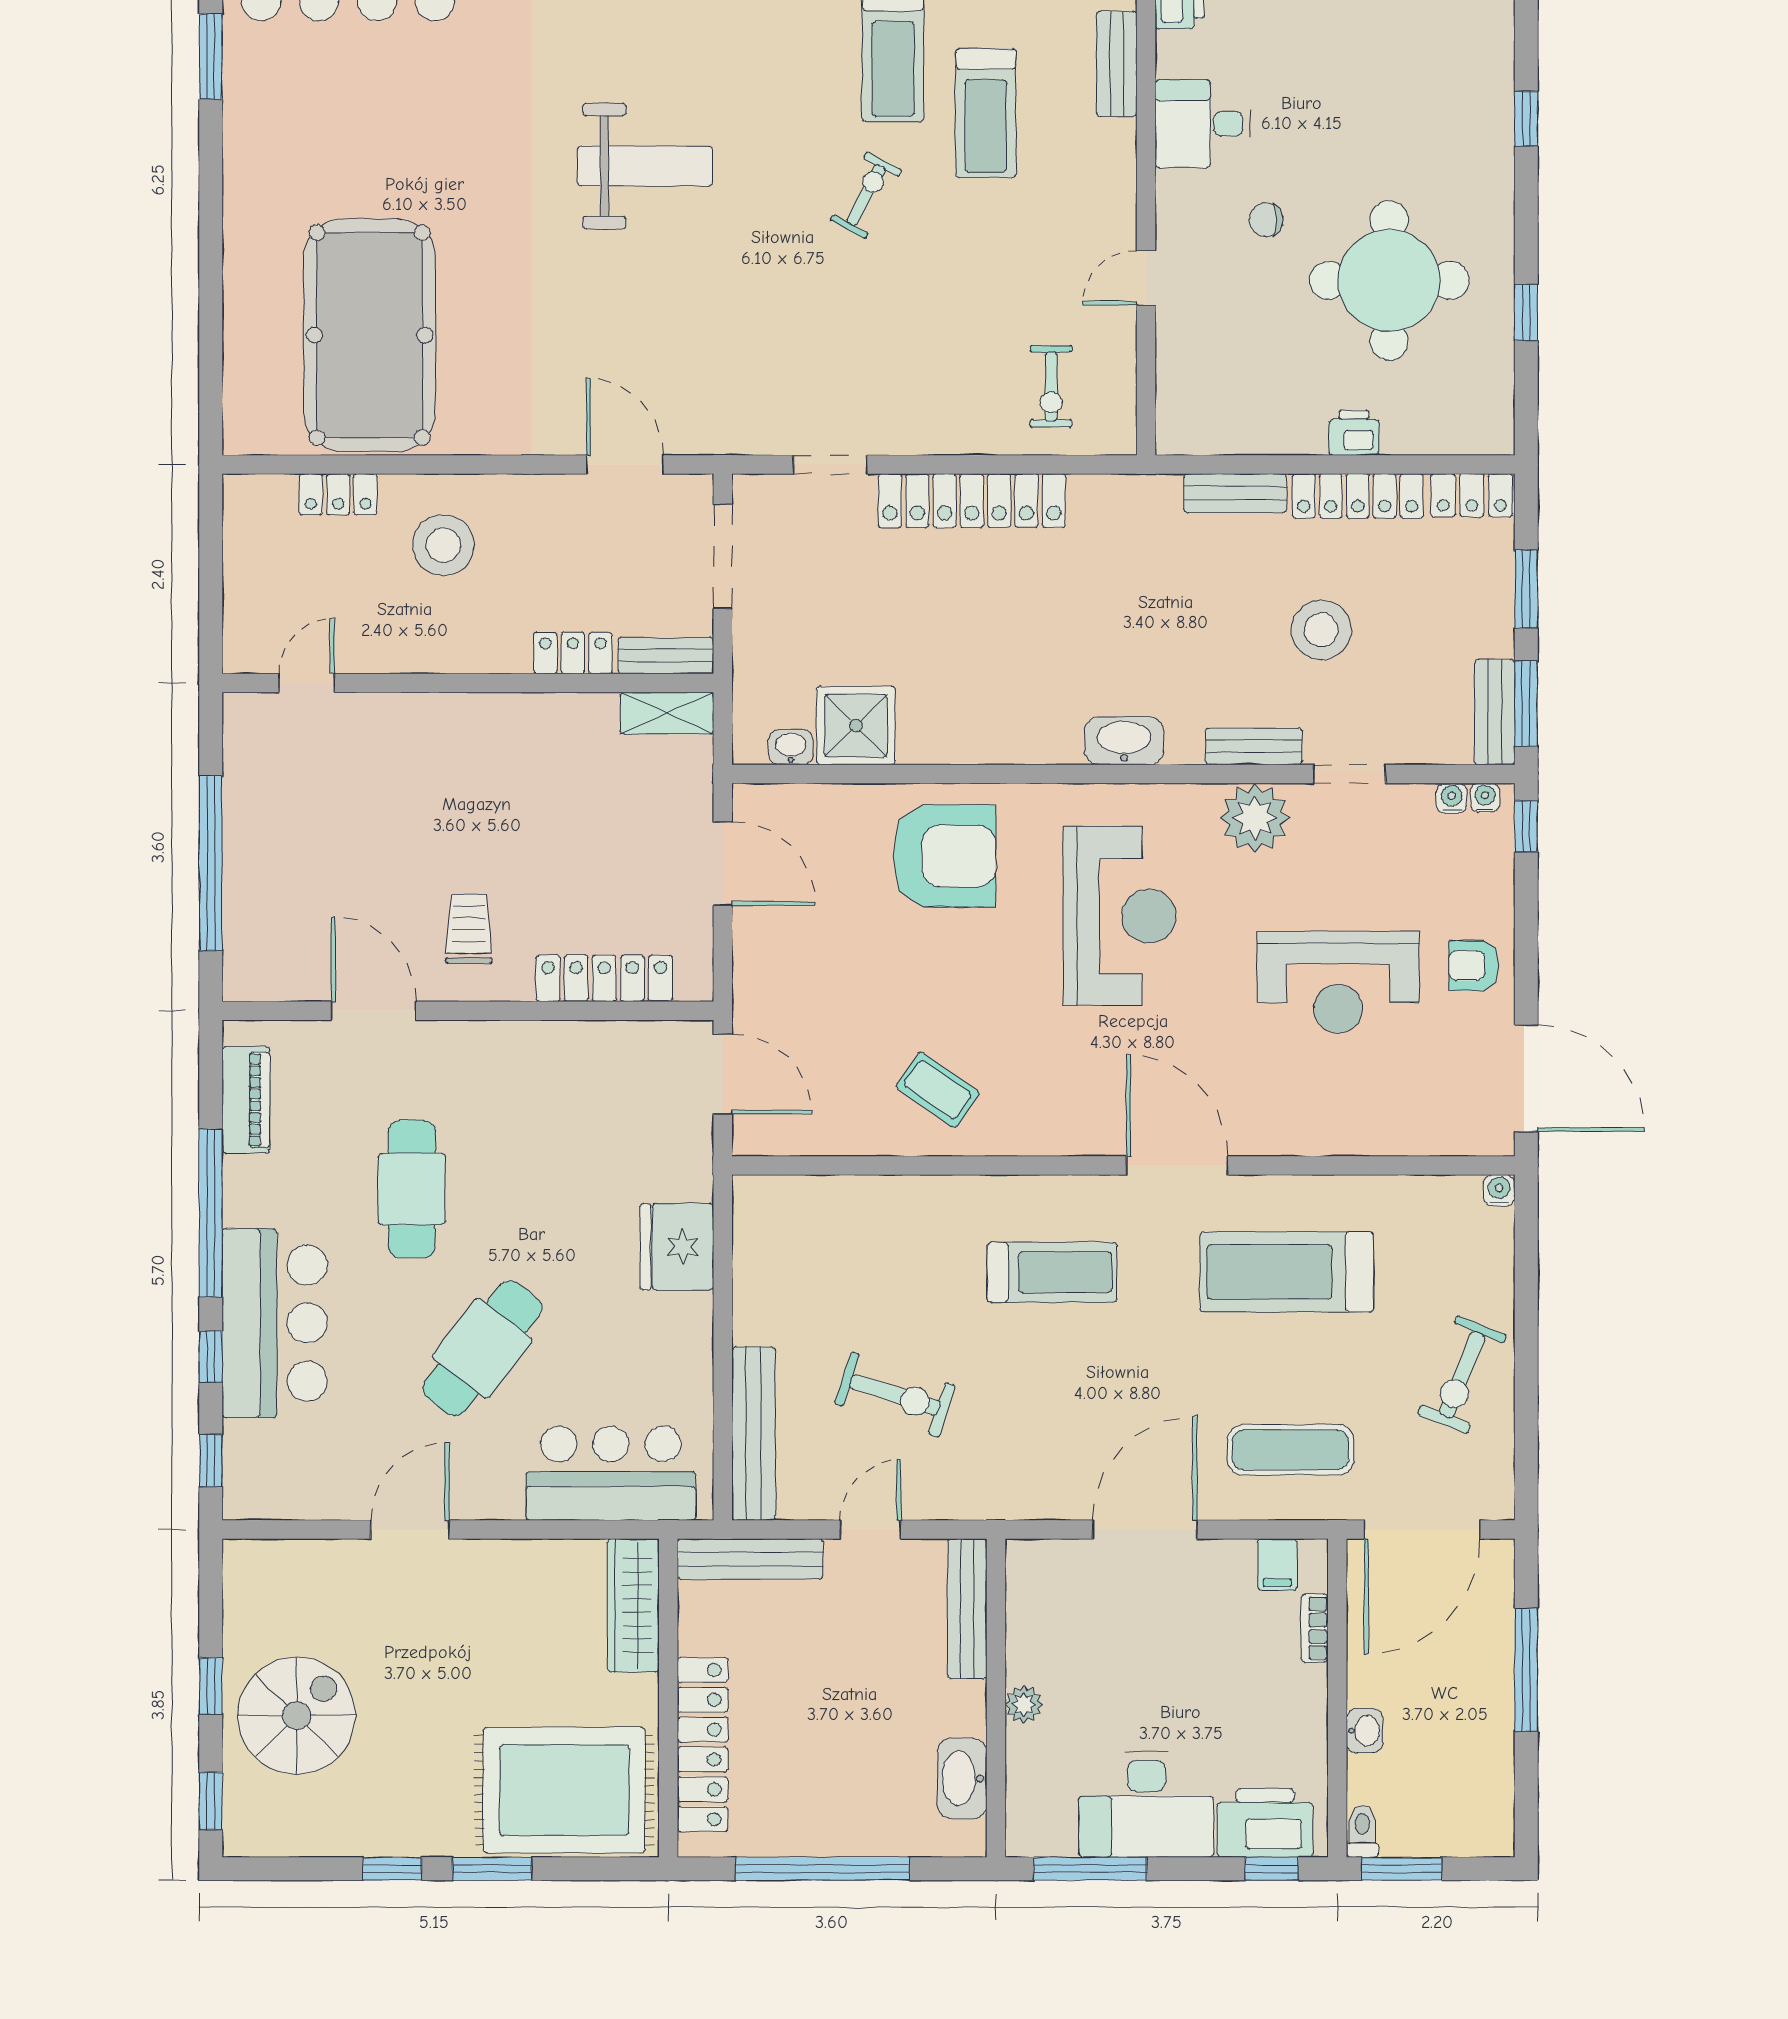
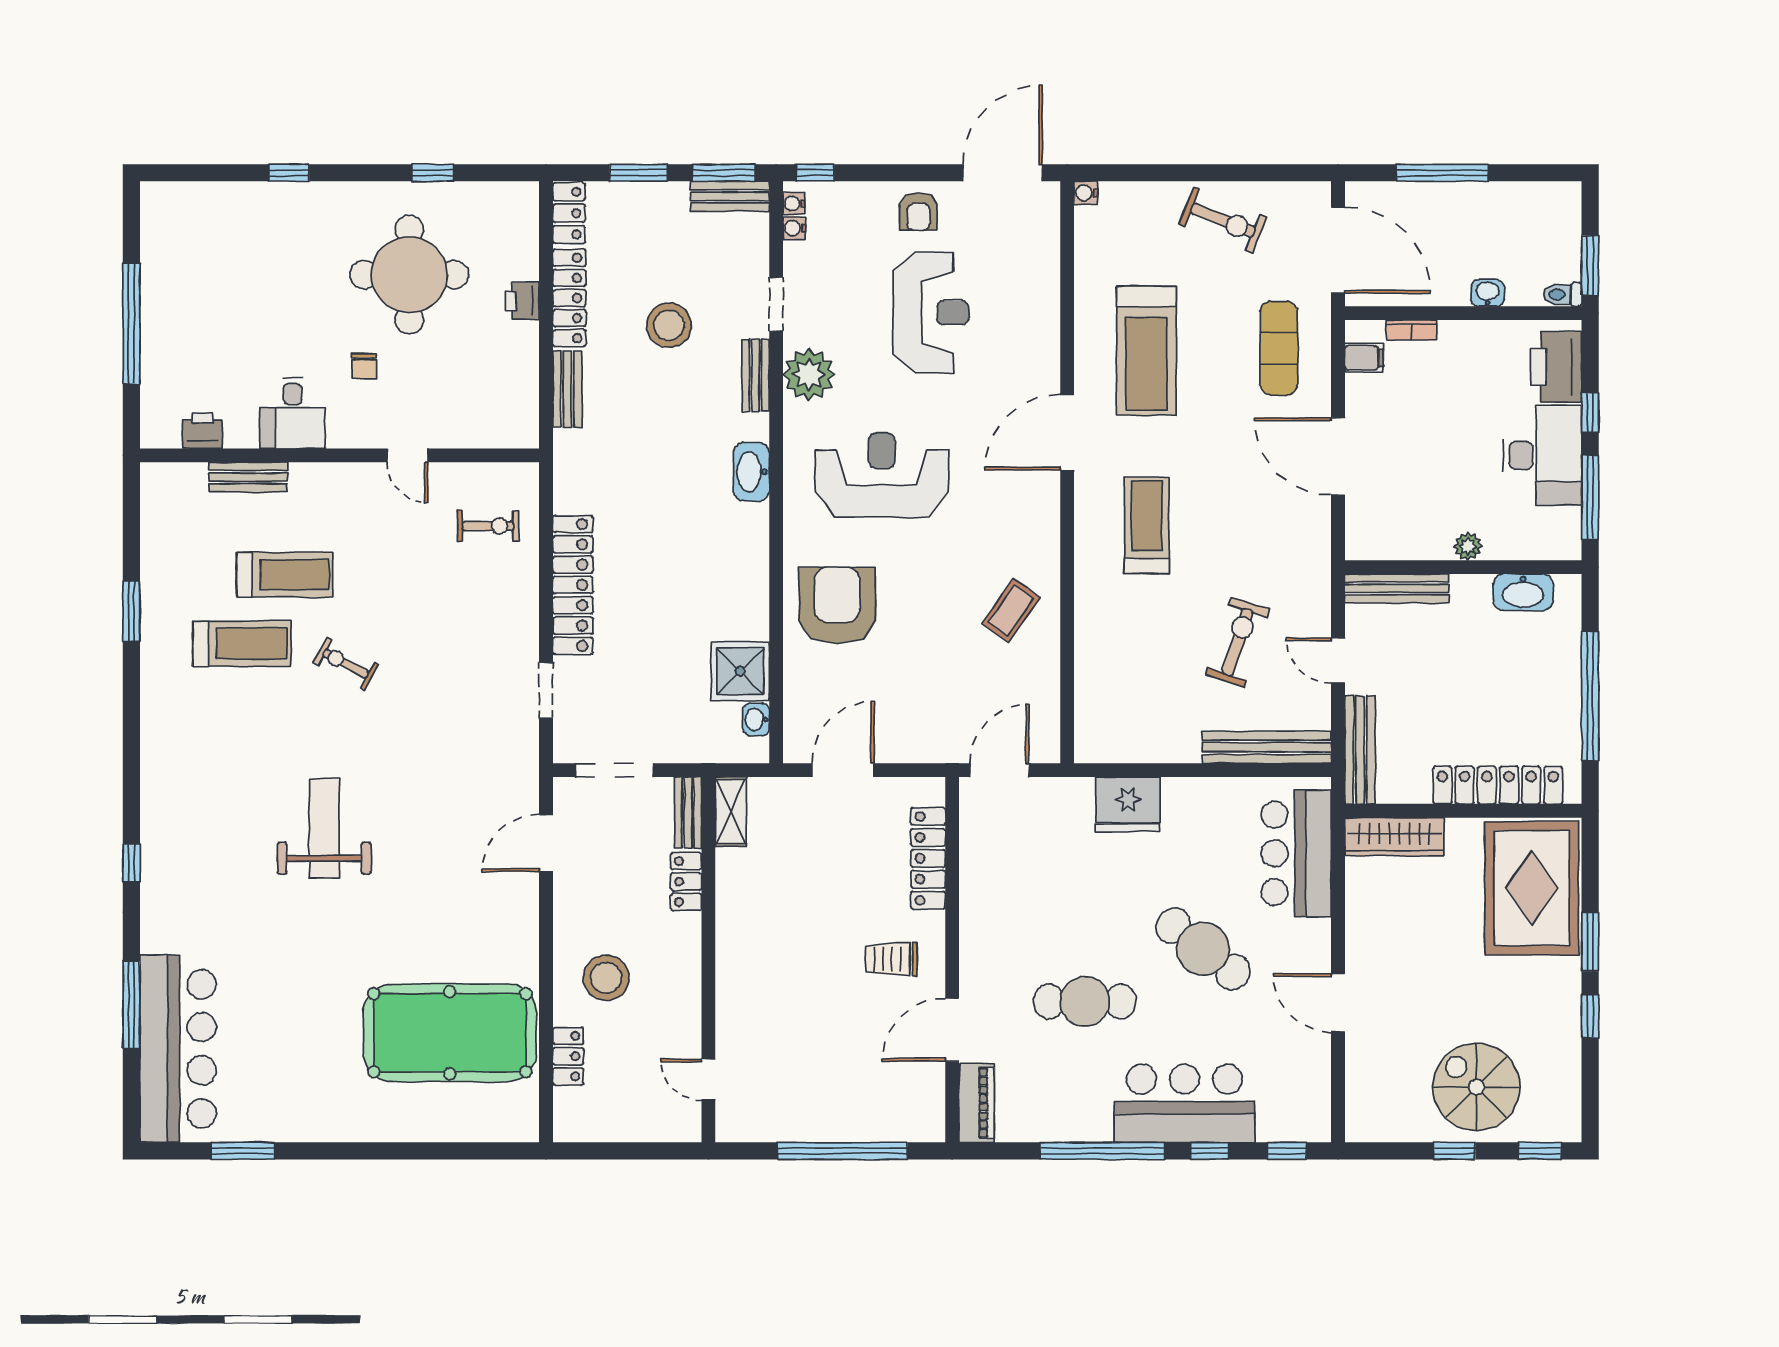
piano: (246, 1100) -> (977, 1103), moved, turned 90
window: (1272, 1869) -> (1590, 413), moved

